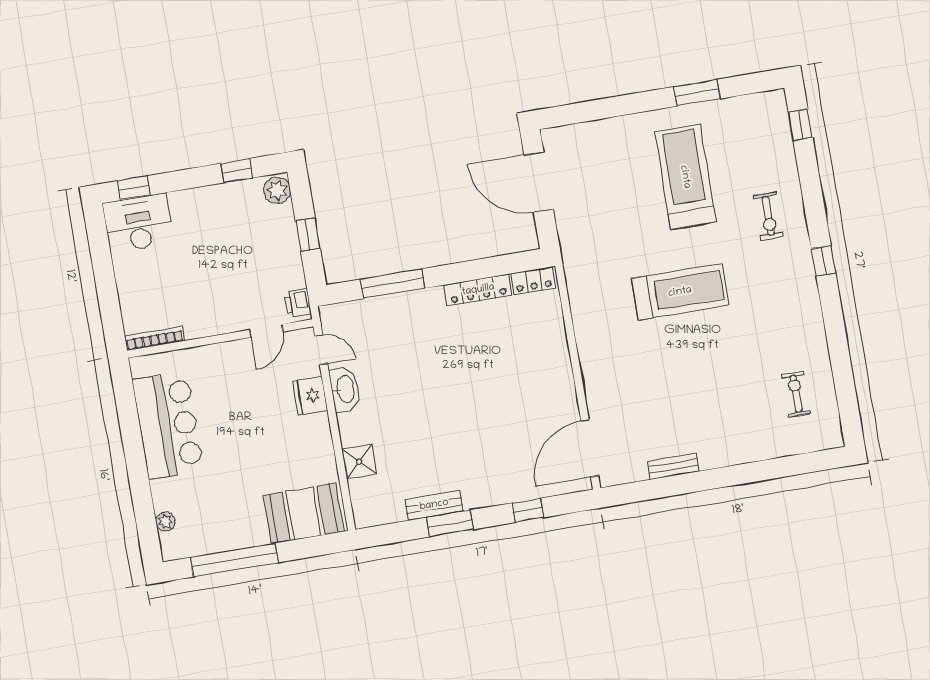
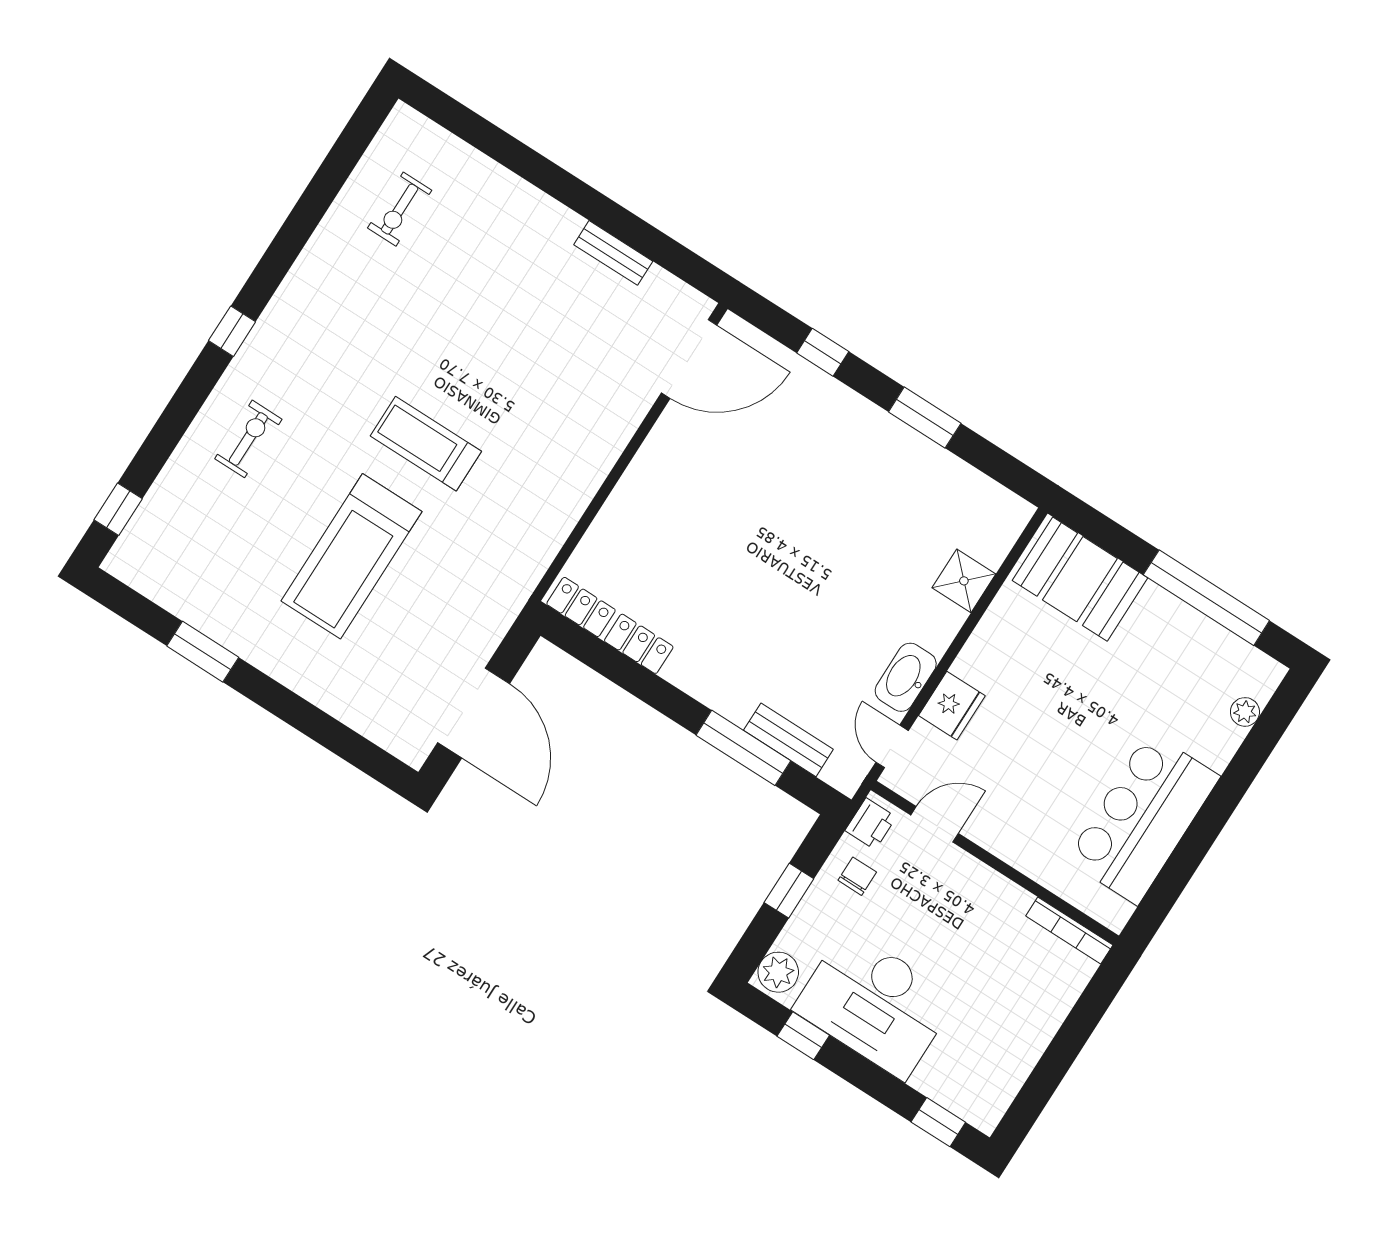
treadmill: (685, 177) -> (351, 556), moved
desk: (138, 223) -> (875, 1004), moved, width x1.36, depth x1.30
chair: (281, 272) -> (857, 876), added
locker: (478, 290) -> (639, 644), width x0.66
treadmill: (680, 292) -> (426, 444), width x0.73, depth x0.73
bench: (434, 505) -> (788, 740), moved

